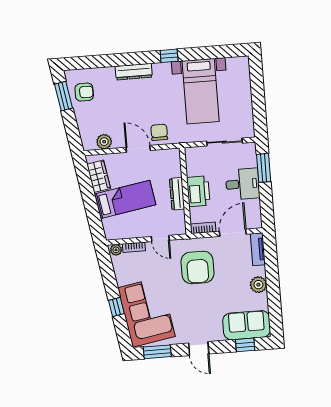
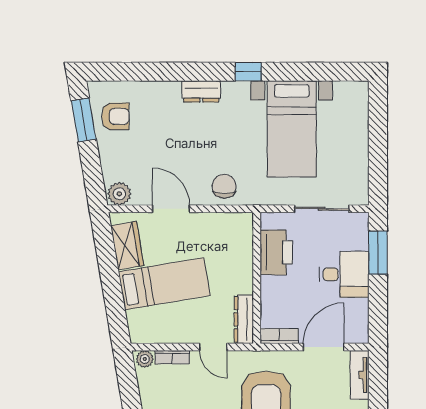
dresser: (134, 72) -> (201, 91), width x0.70
plant: (104, 142) -> (119, 194), moved
door: (138, 149) -> (171, 209), moved
printer: (198, 191) -> (276, 252), moved
dresser: (177, 194) -> (244, 319), moved

